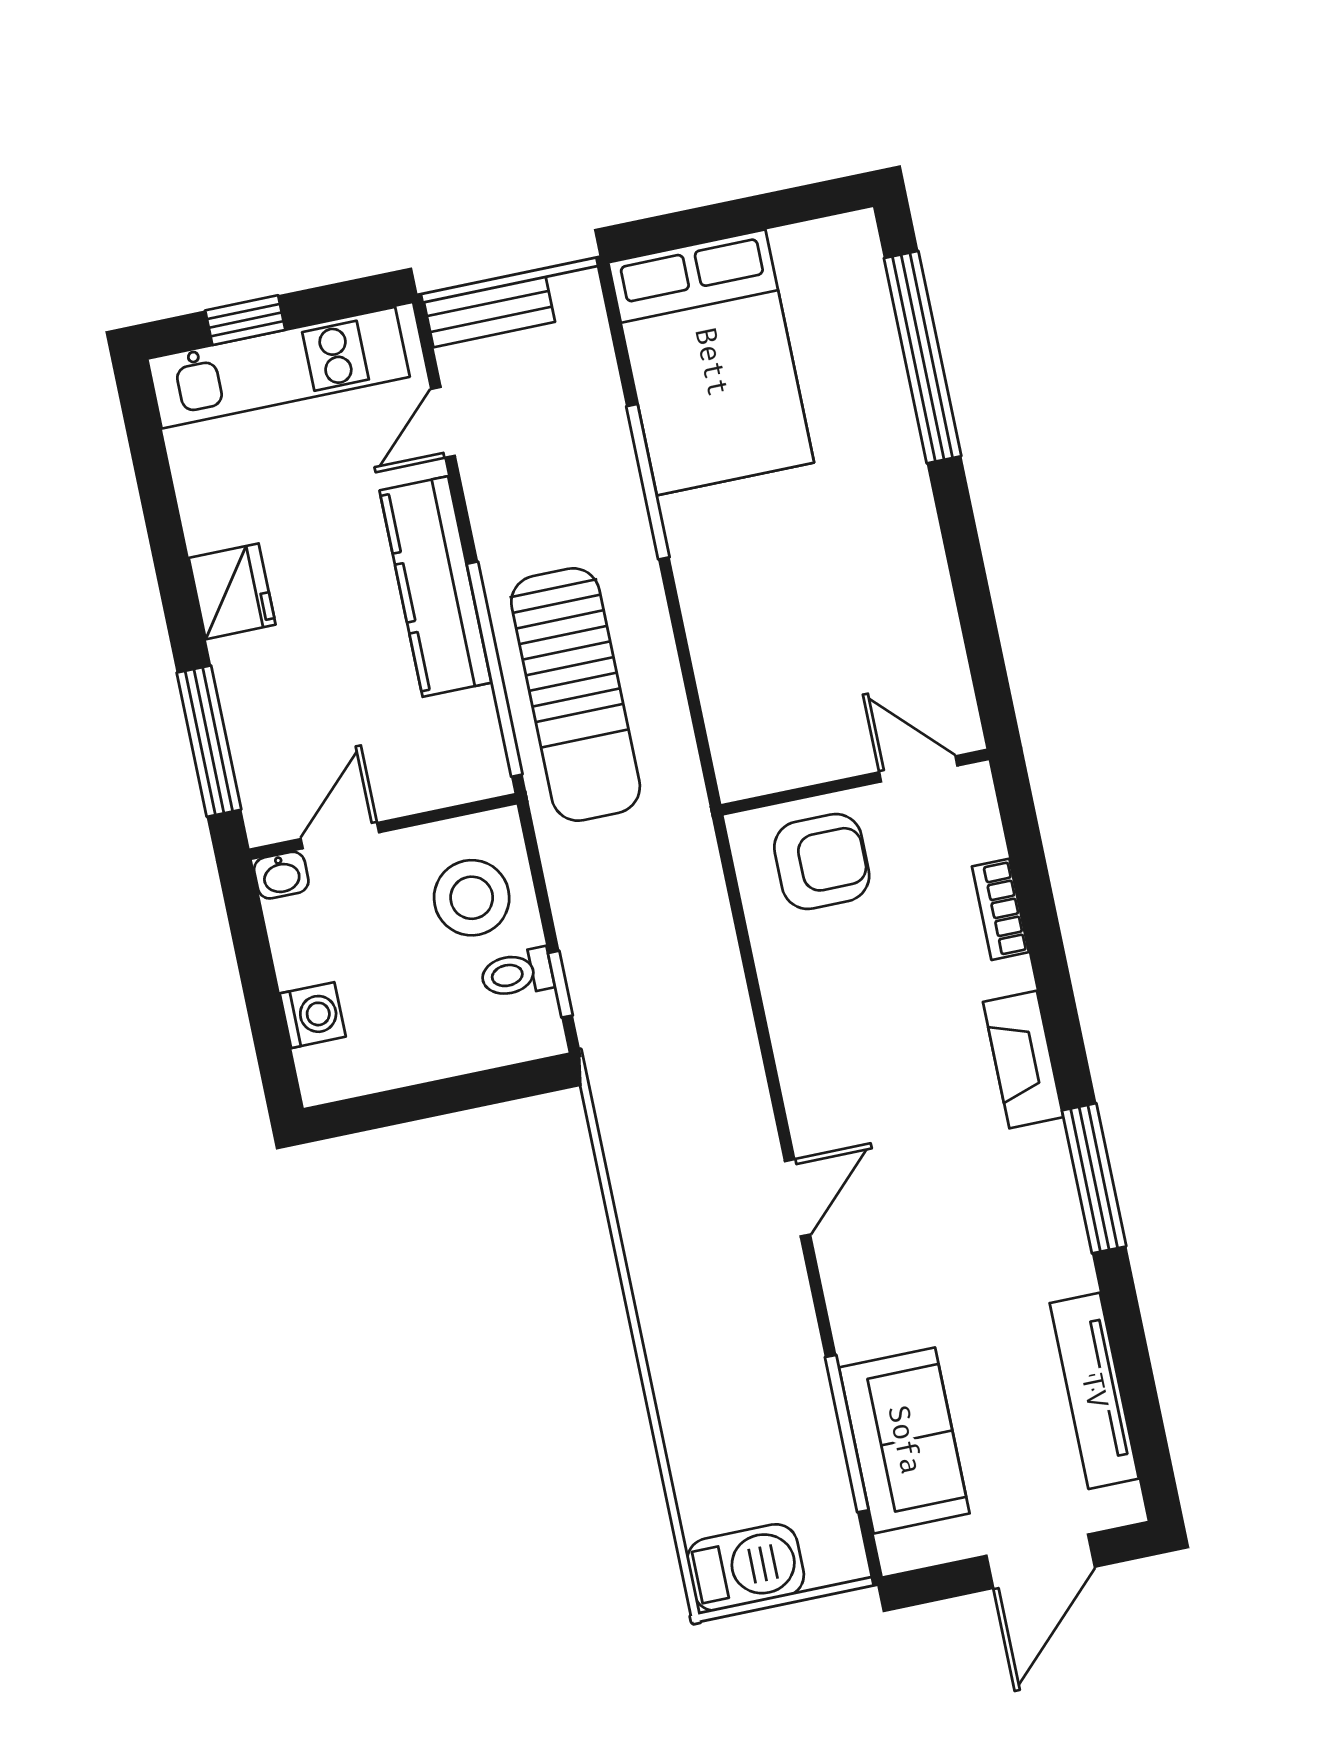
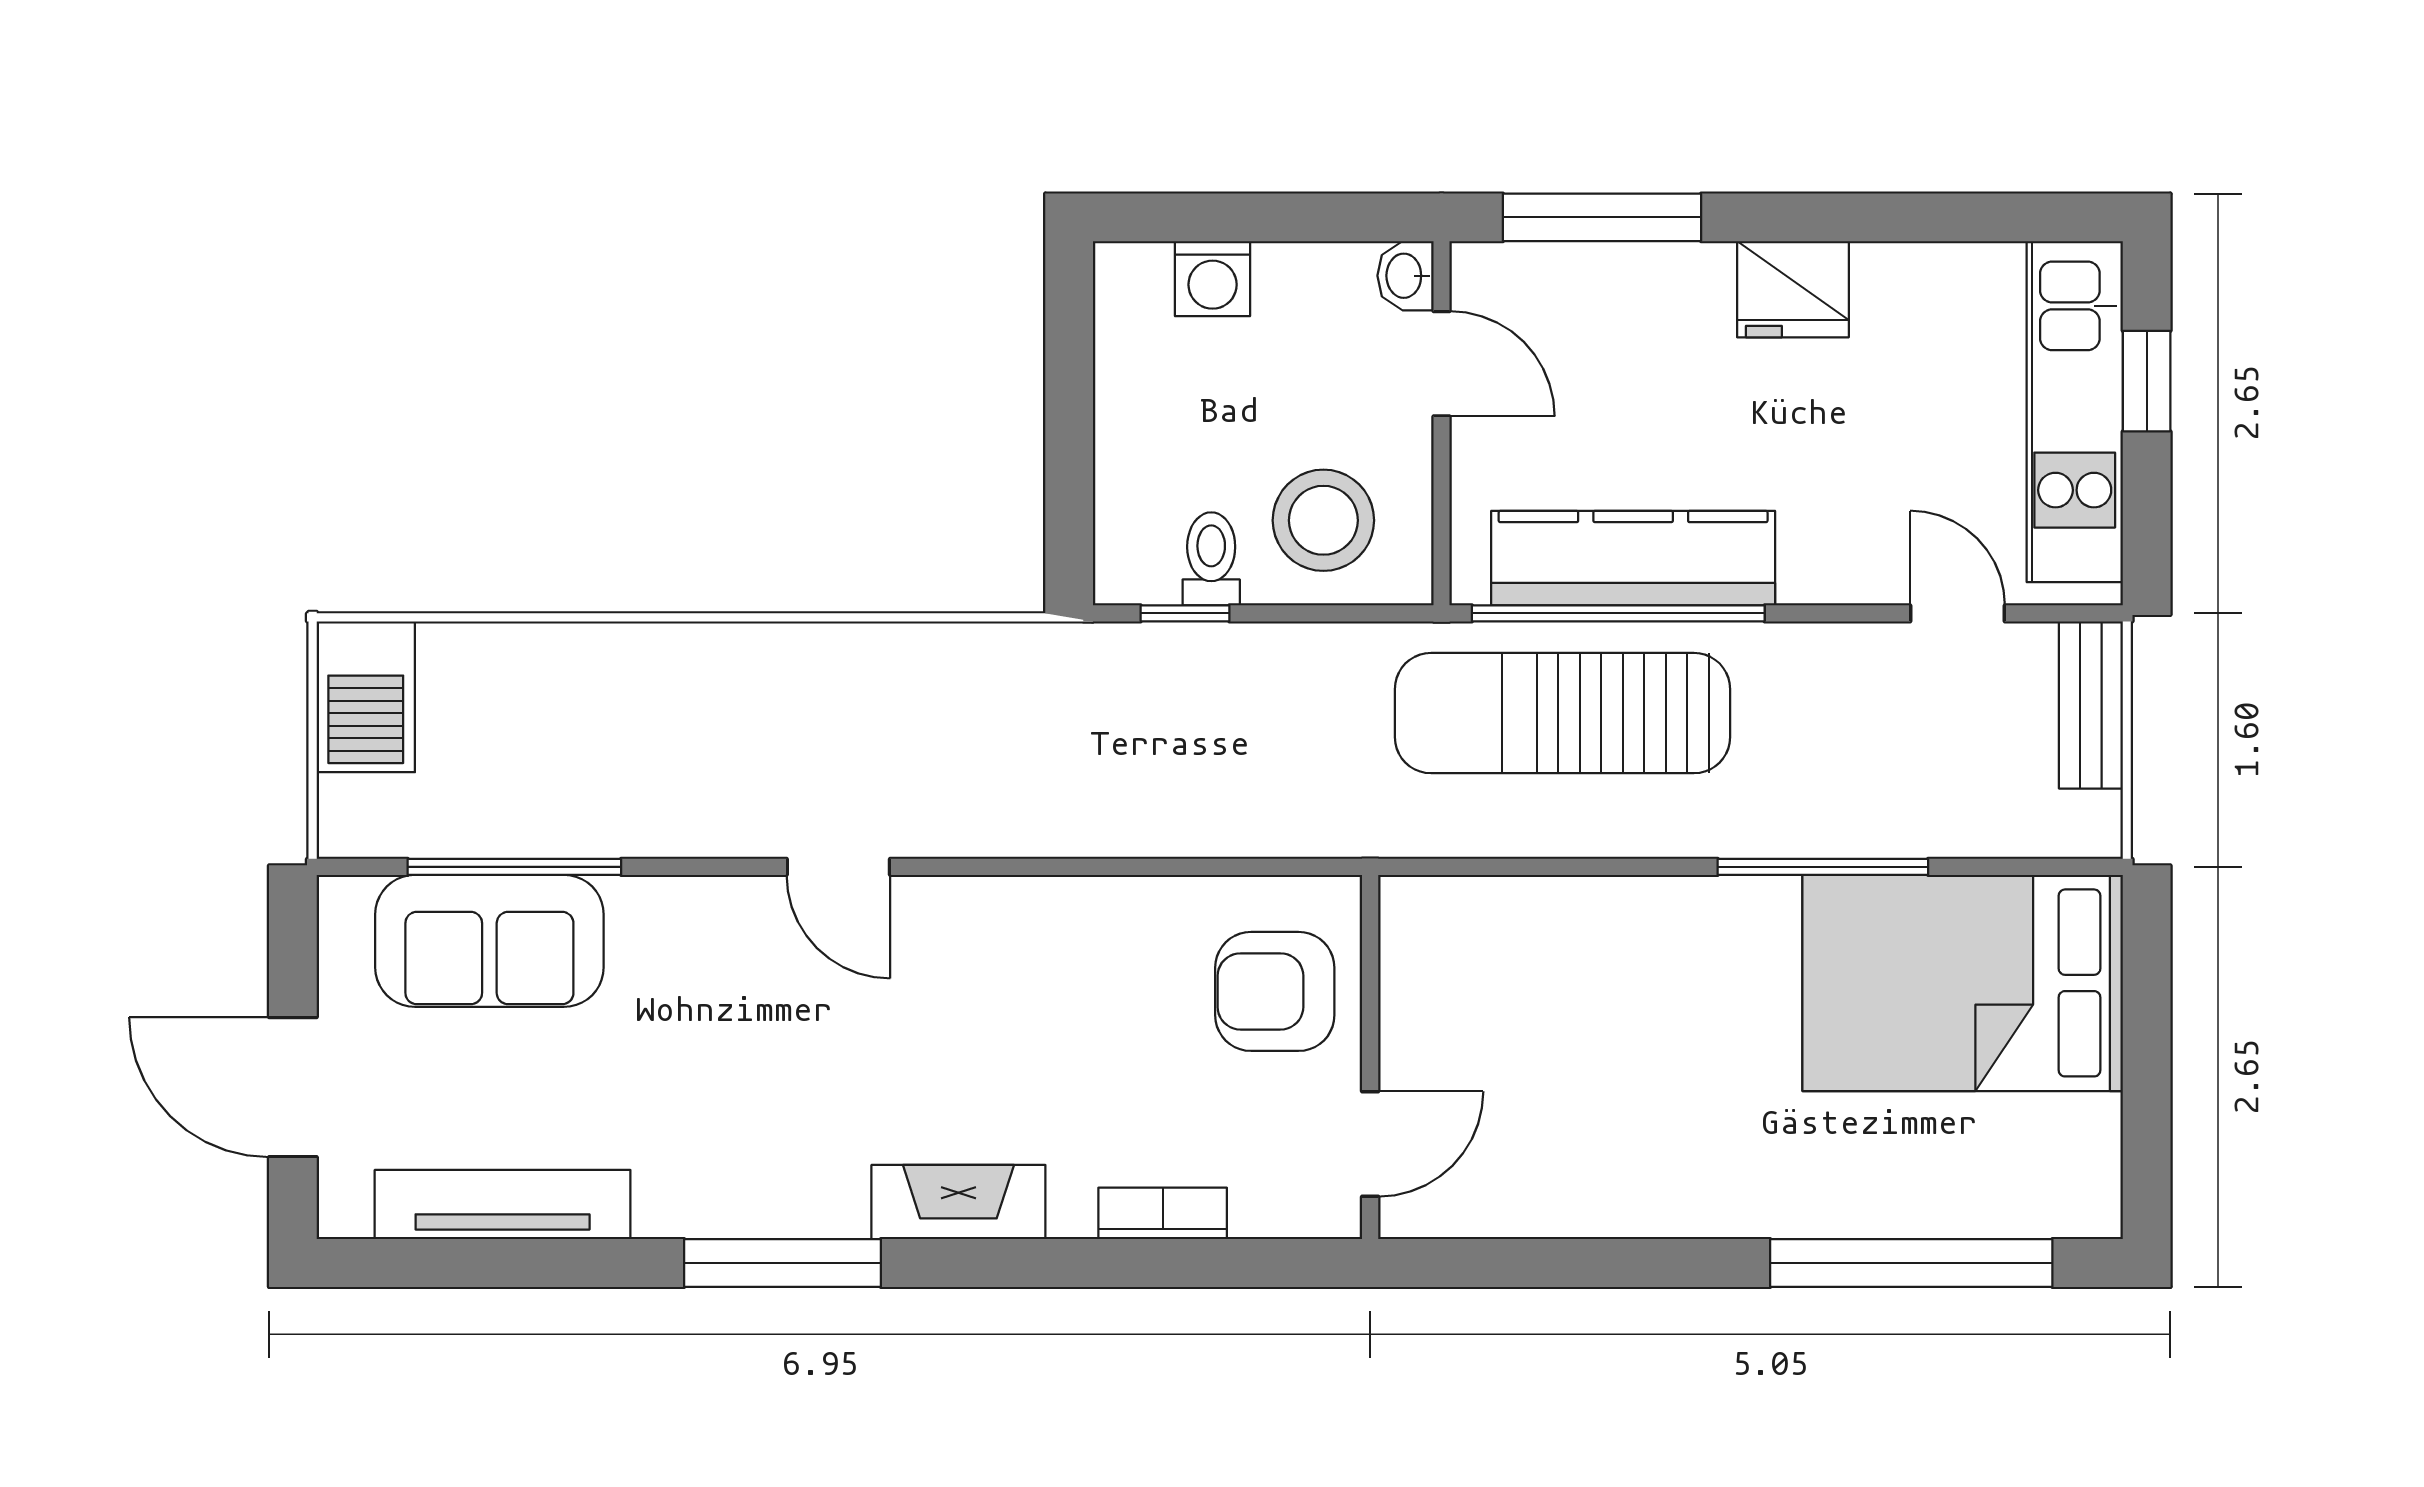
kitchen counter: (435, 586) -> (1633, 558), moved
armchair: (822, 861) -> (1275, 991), turned 90

